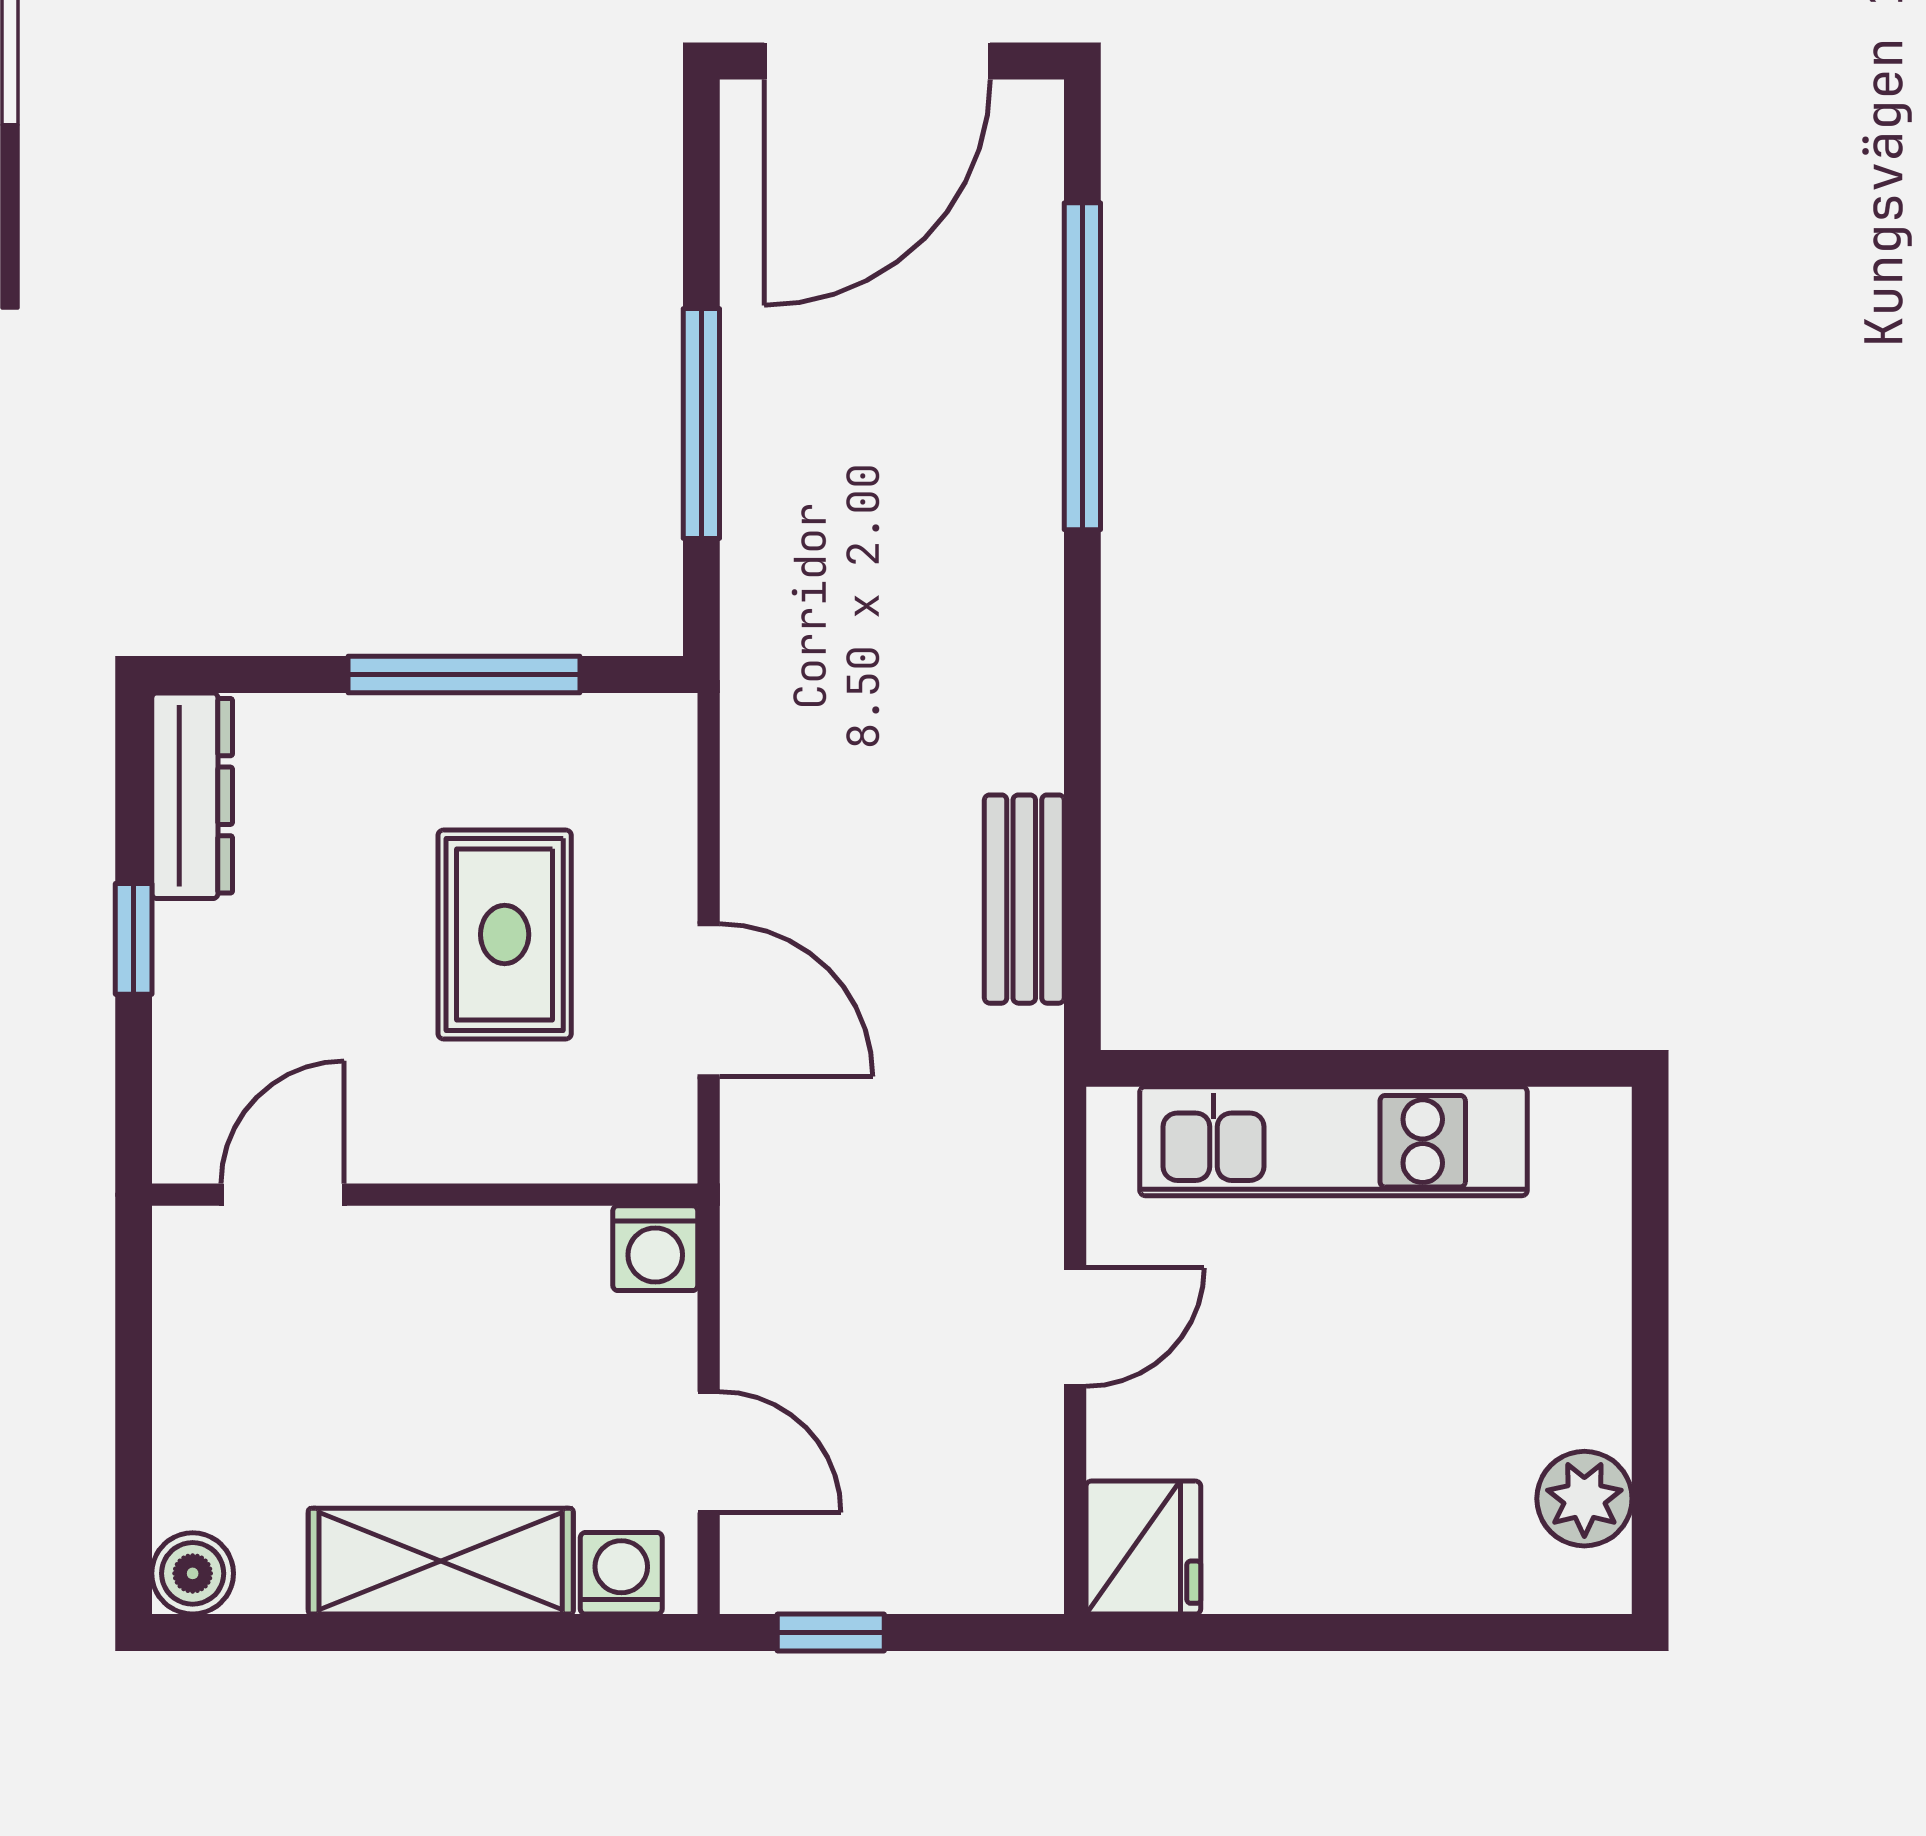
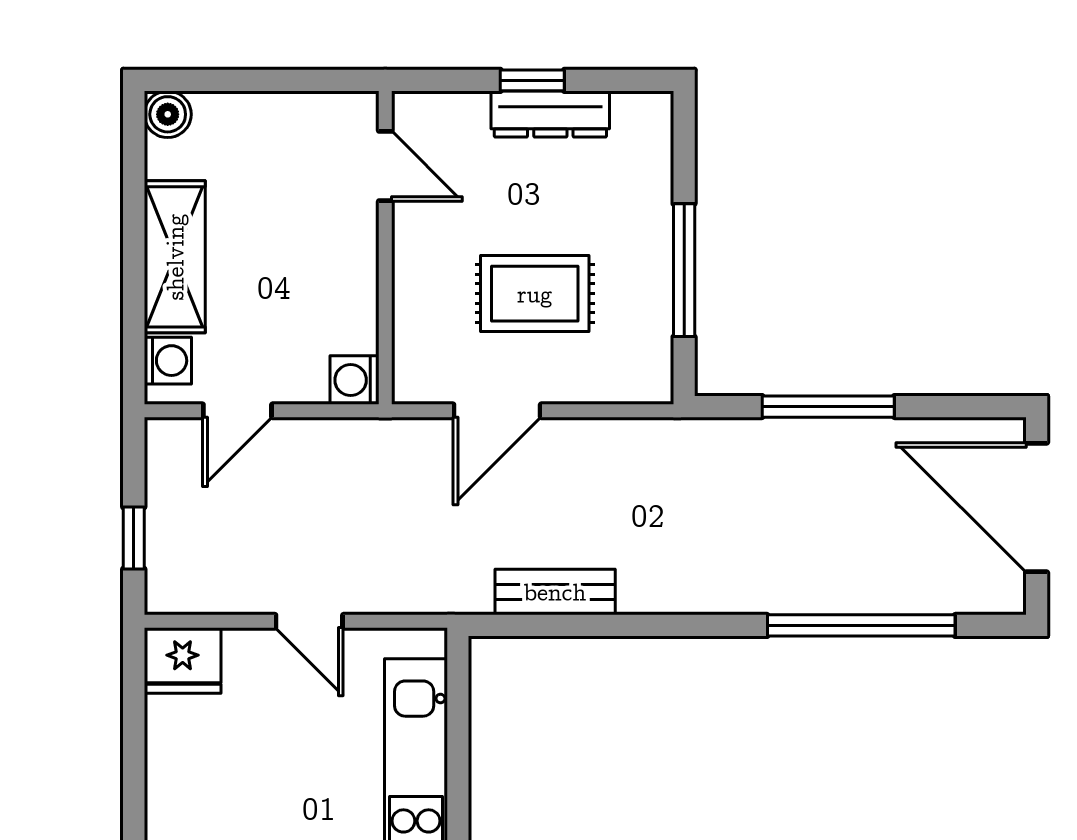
dresser: (192, 796) -> (550, 114), moved
window: (831, 1632) -> (134, 538), moved

